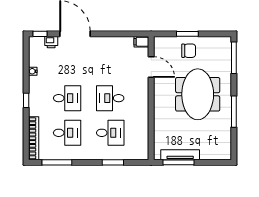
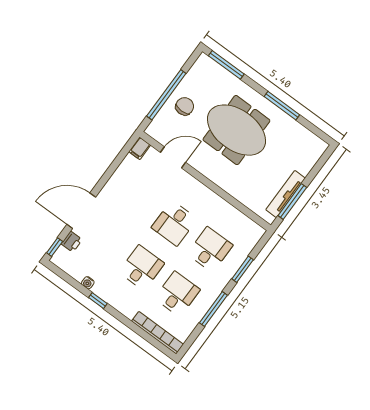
window: (187, 34) -> (166, 95), width x2.11
window: (26, 100) -> (98, 301), moved
window: (57, 162) -> (213, 309), moved

